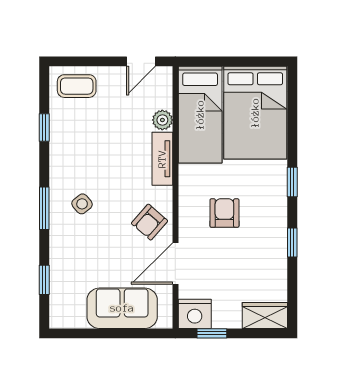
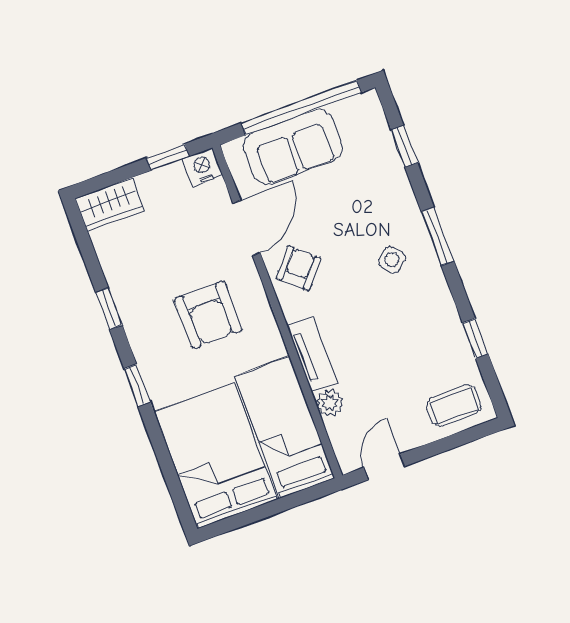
armchair: (224, 213) -> (208, 315), width x1.38, depth x1.38
nightstand: (195, 314) -> (203, 167), width x0.74, depth x0.75
window: (106, 333) -> (301, 108), added

